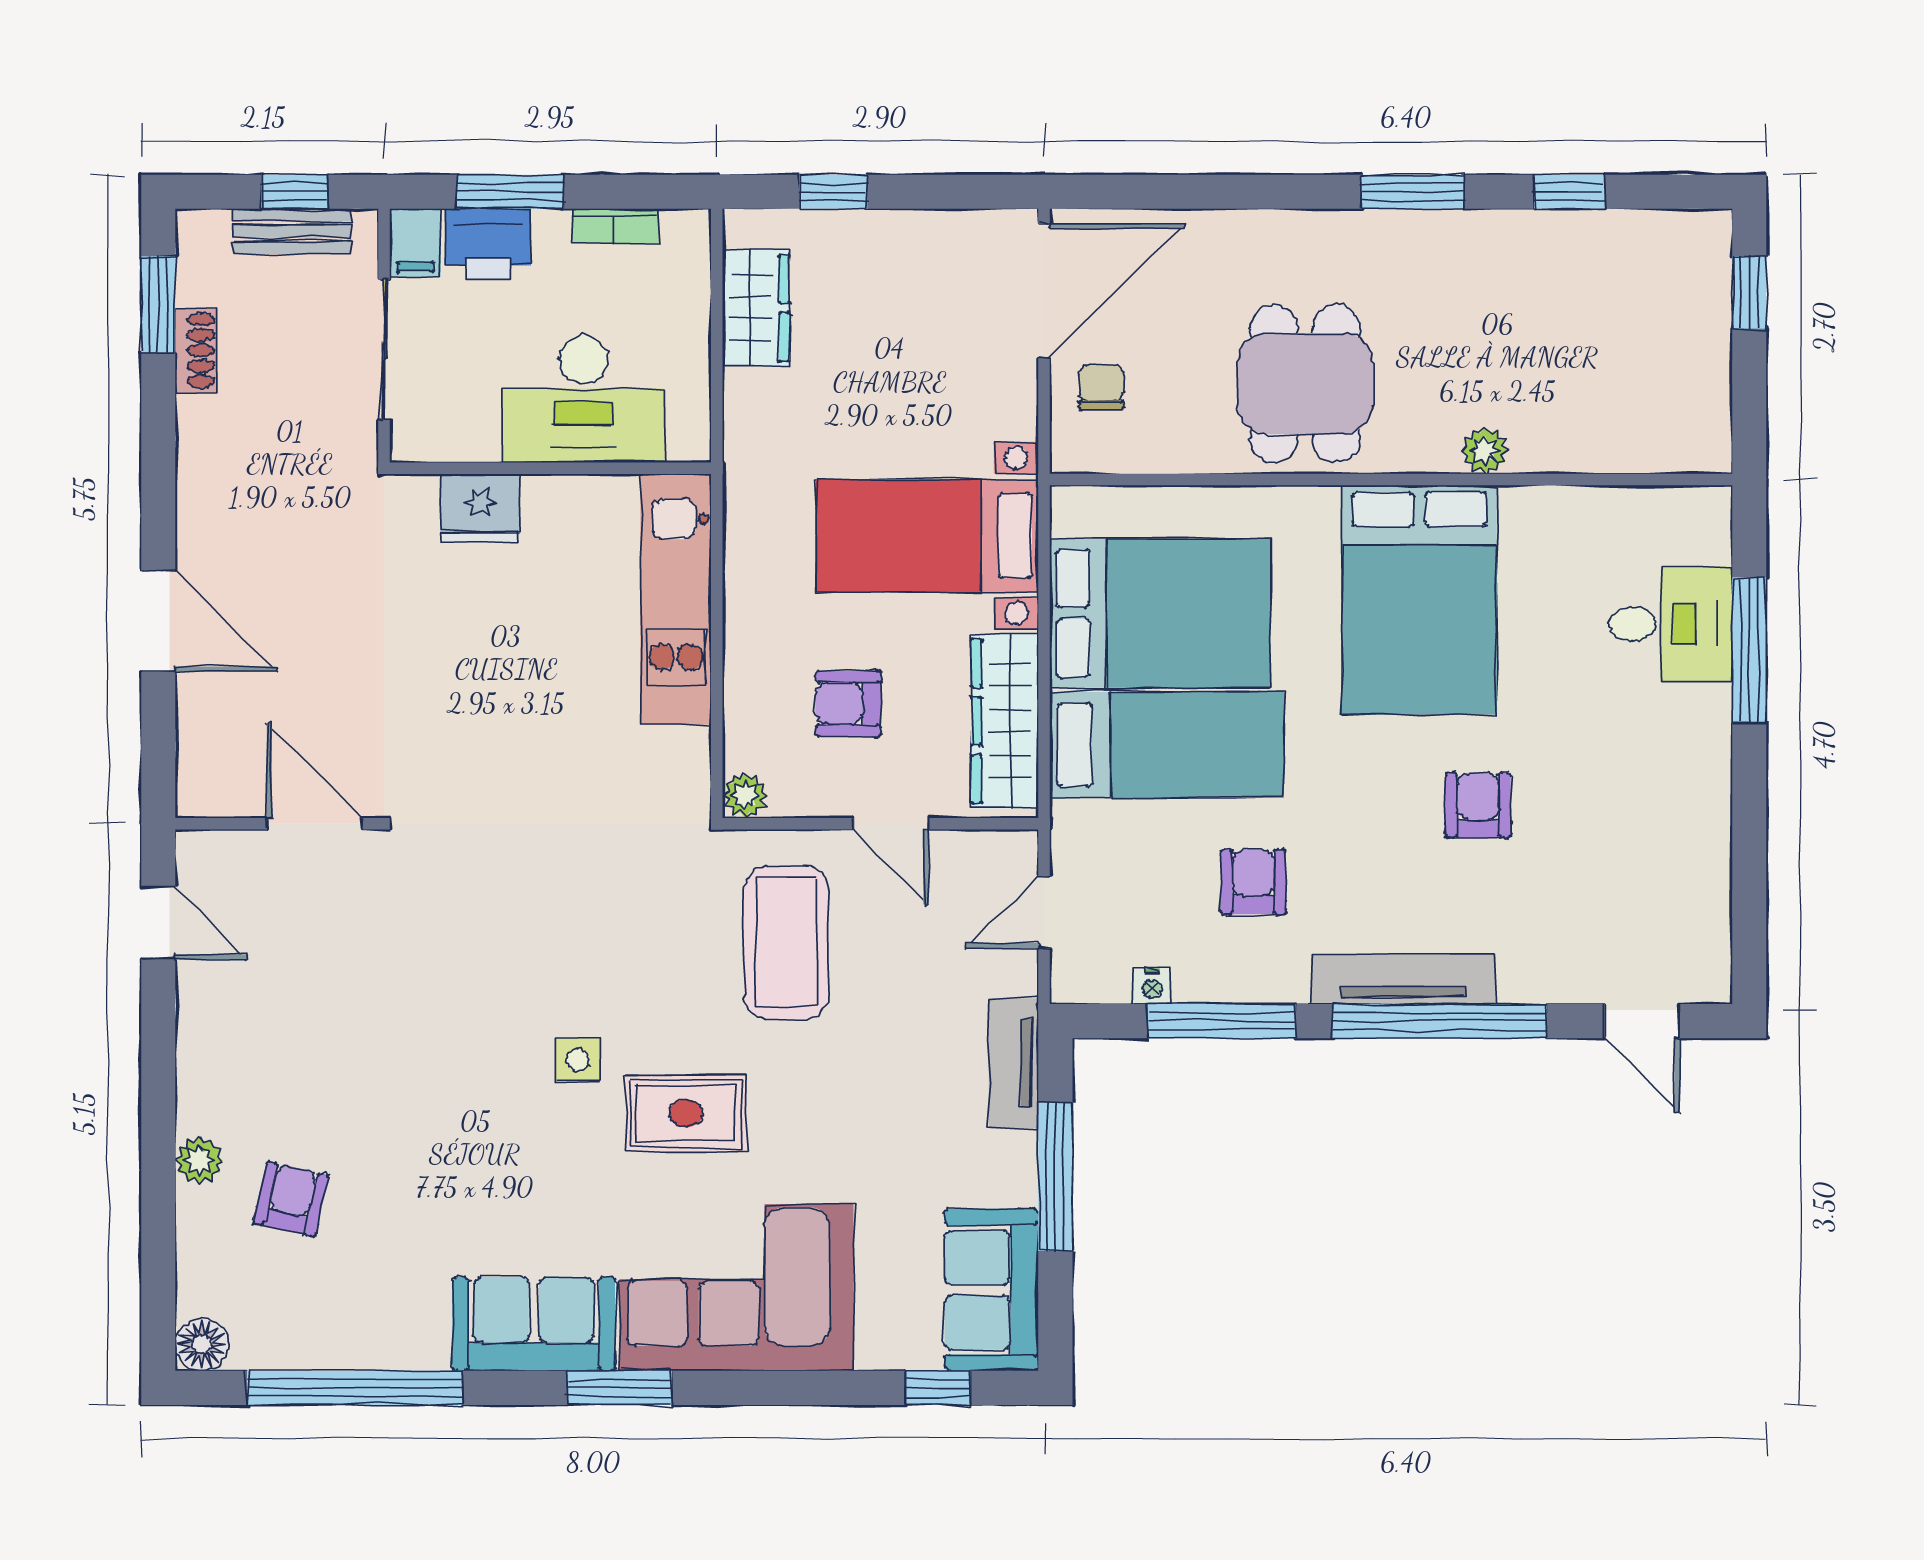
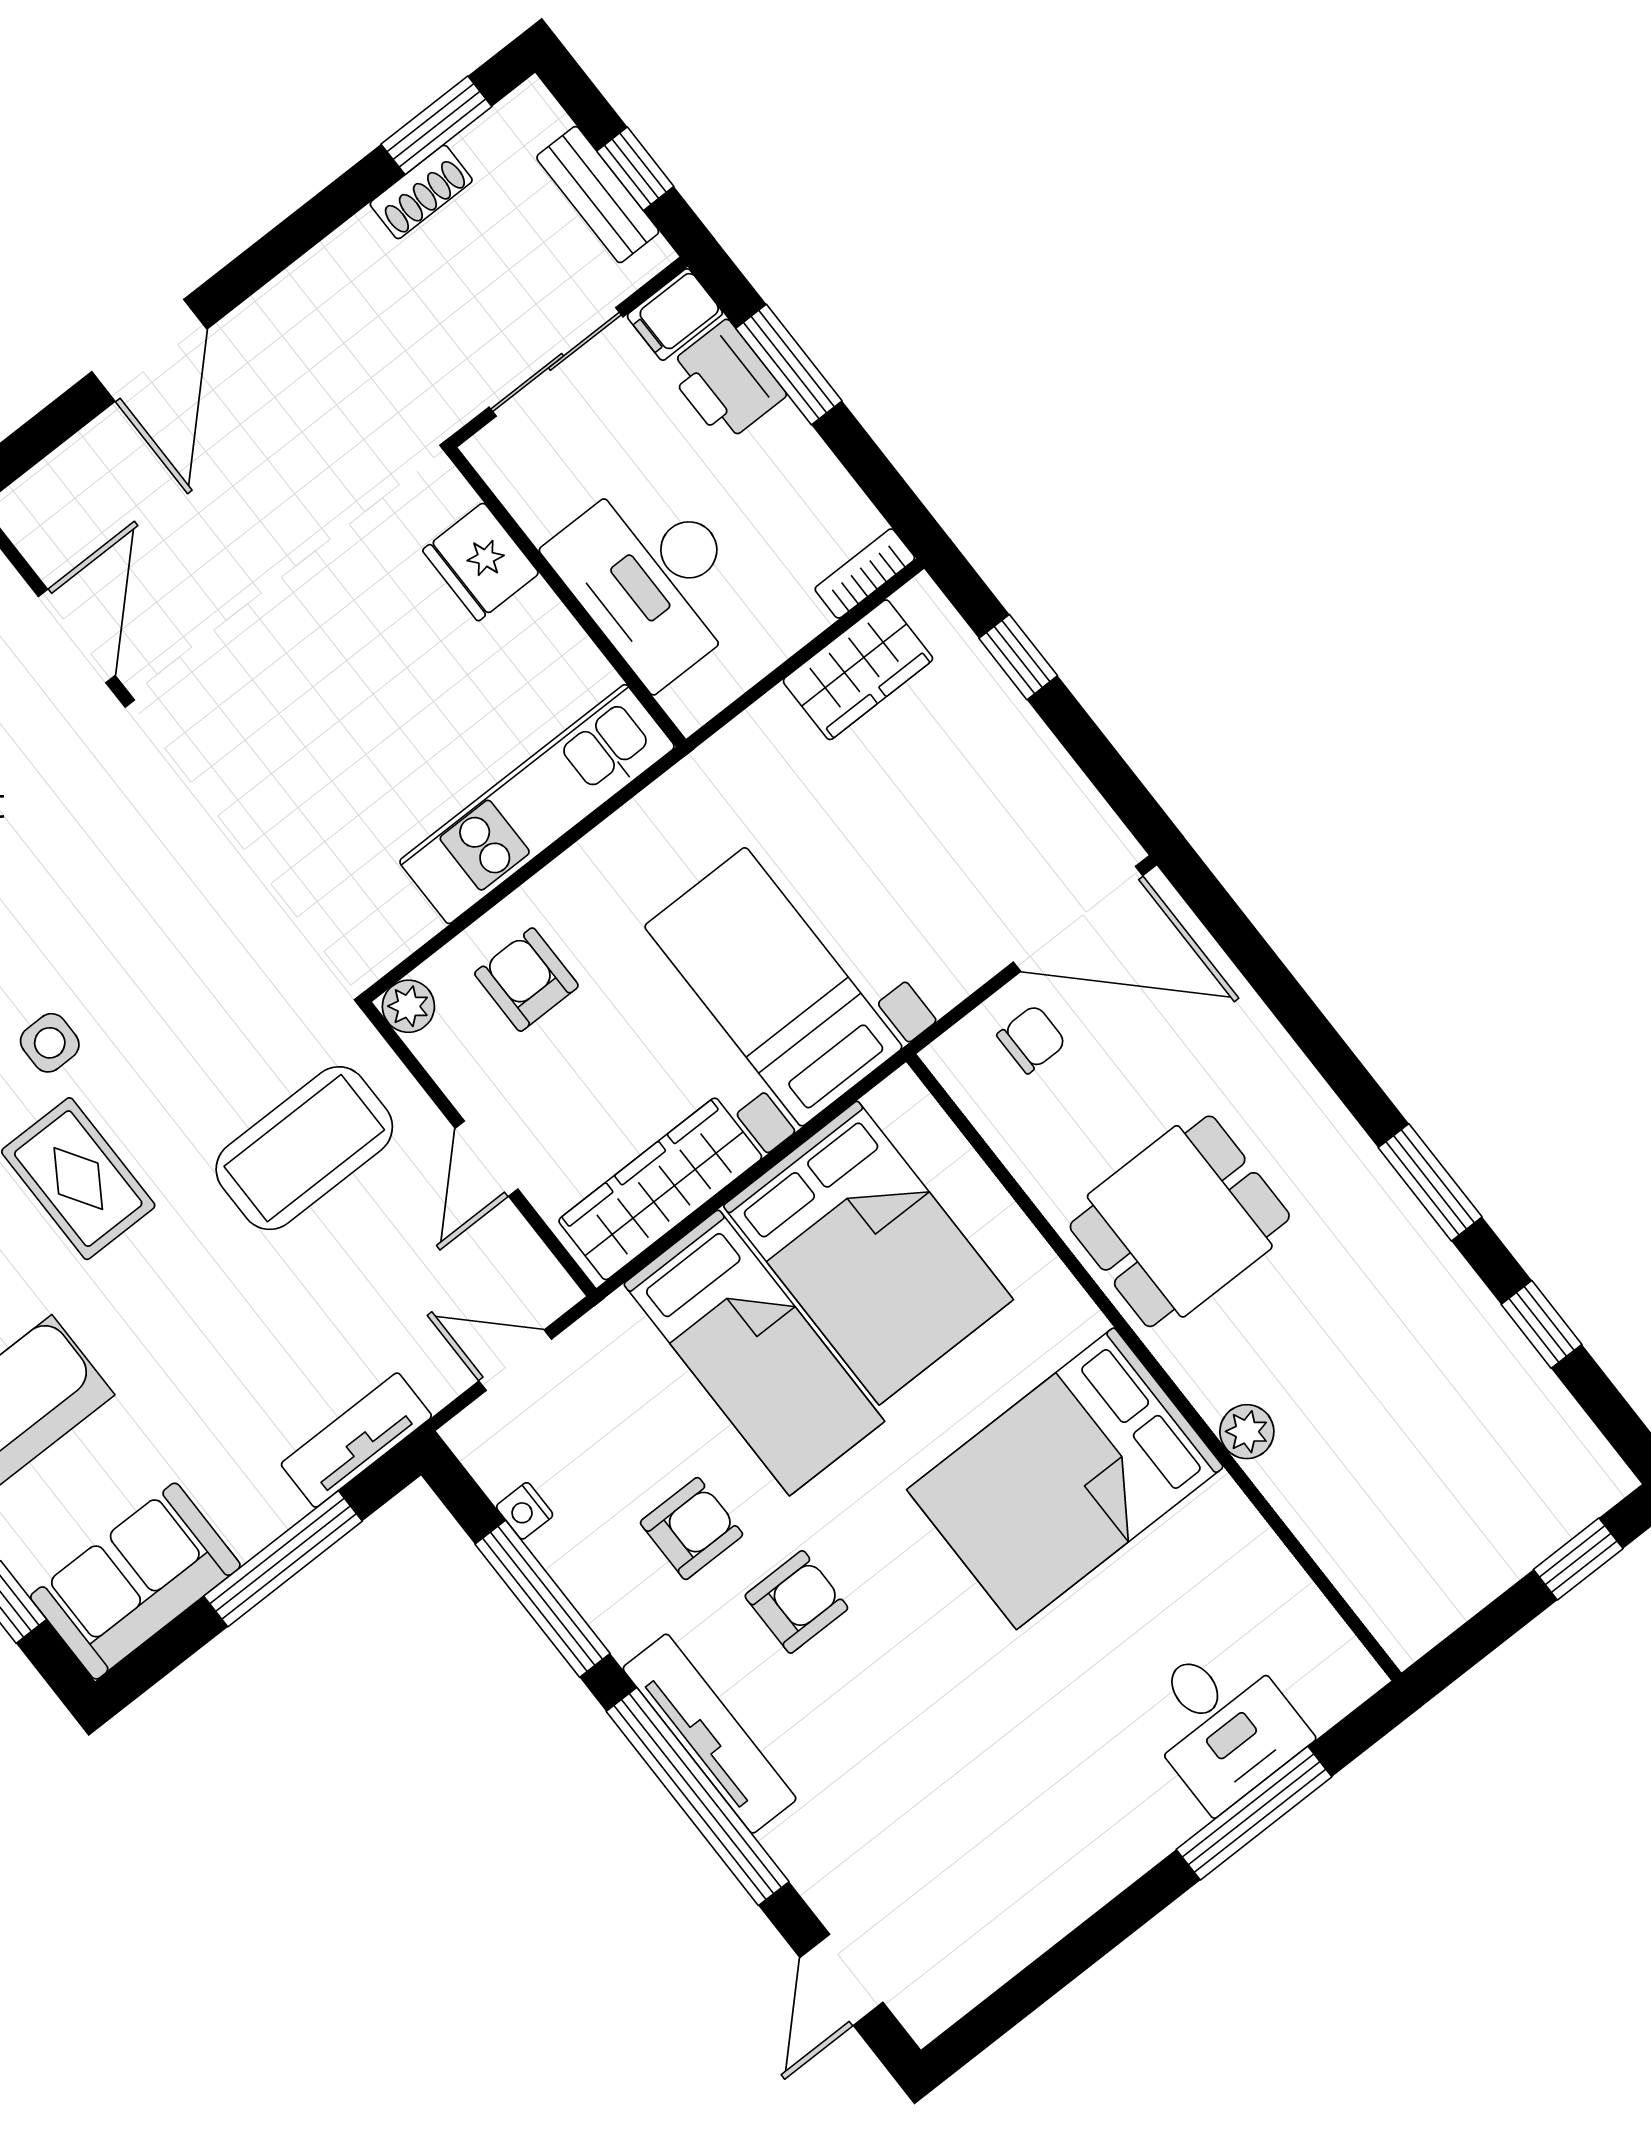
bookcase: (615, 226) -> (865, 574), moved, turned 90
armchair: (848, 704) -> (526, 980), moved
armchair: (1478, 805) -> (796, 1602), moved

